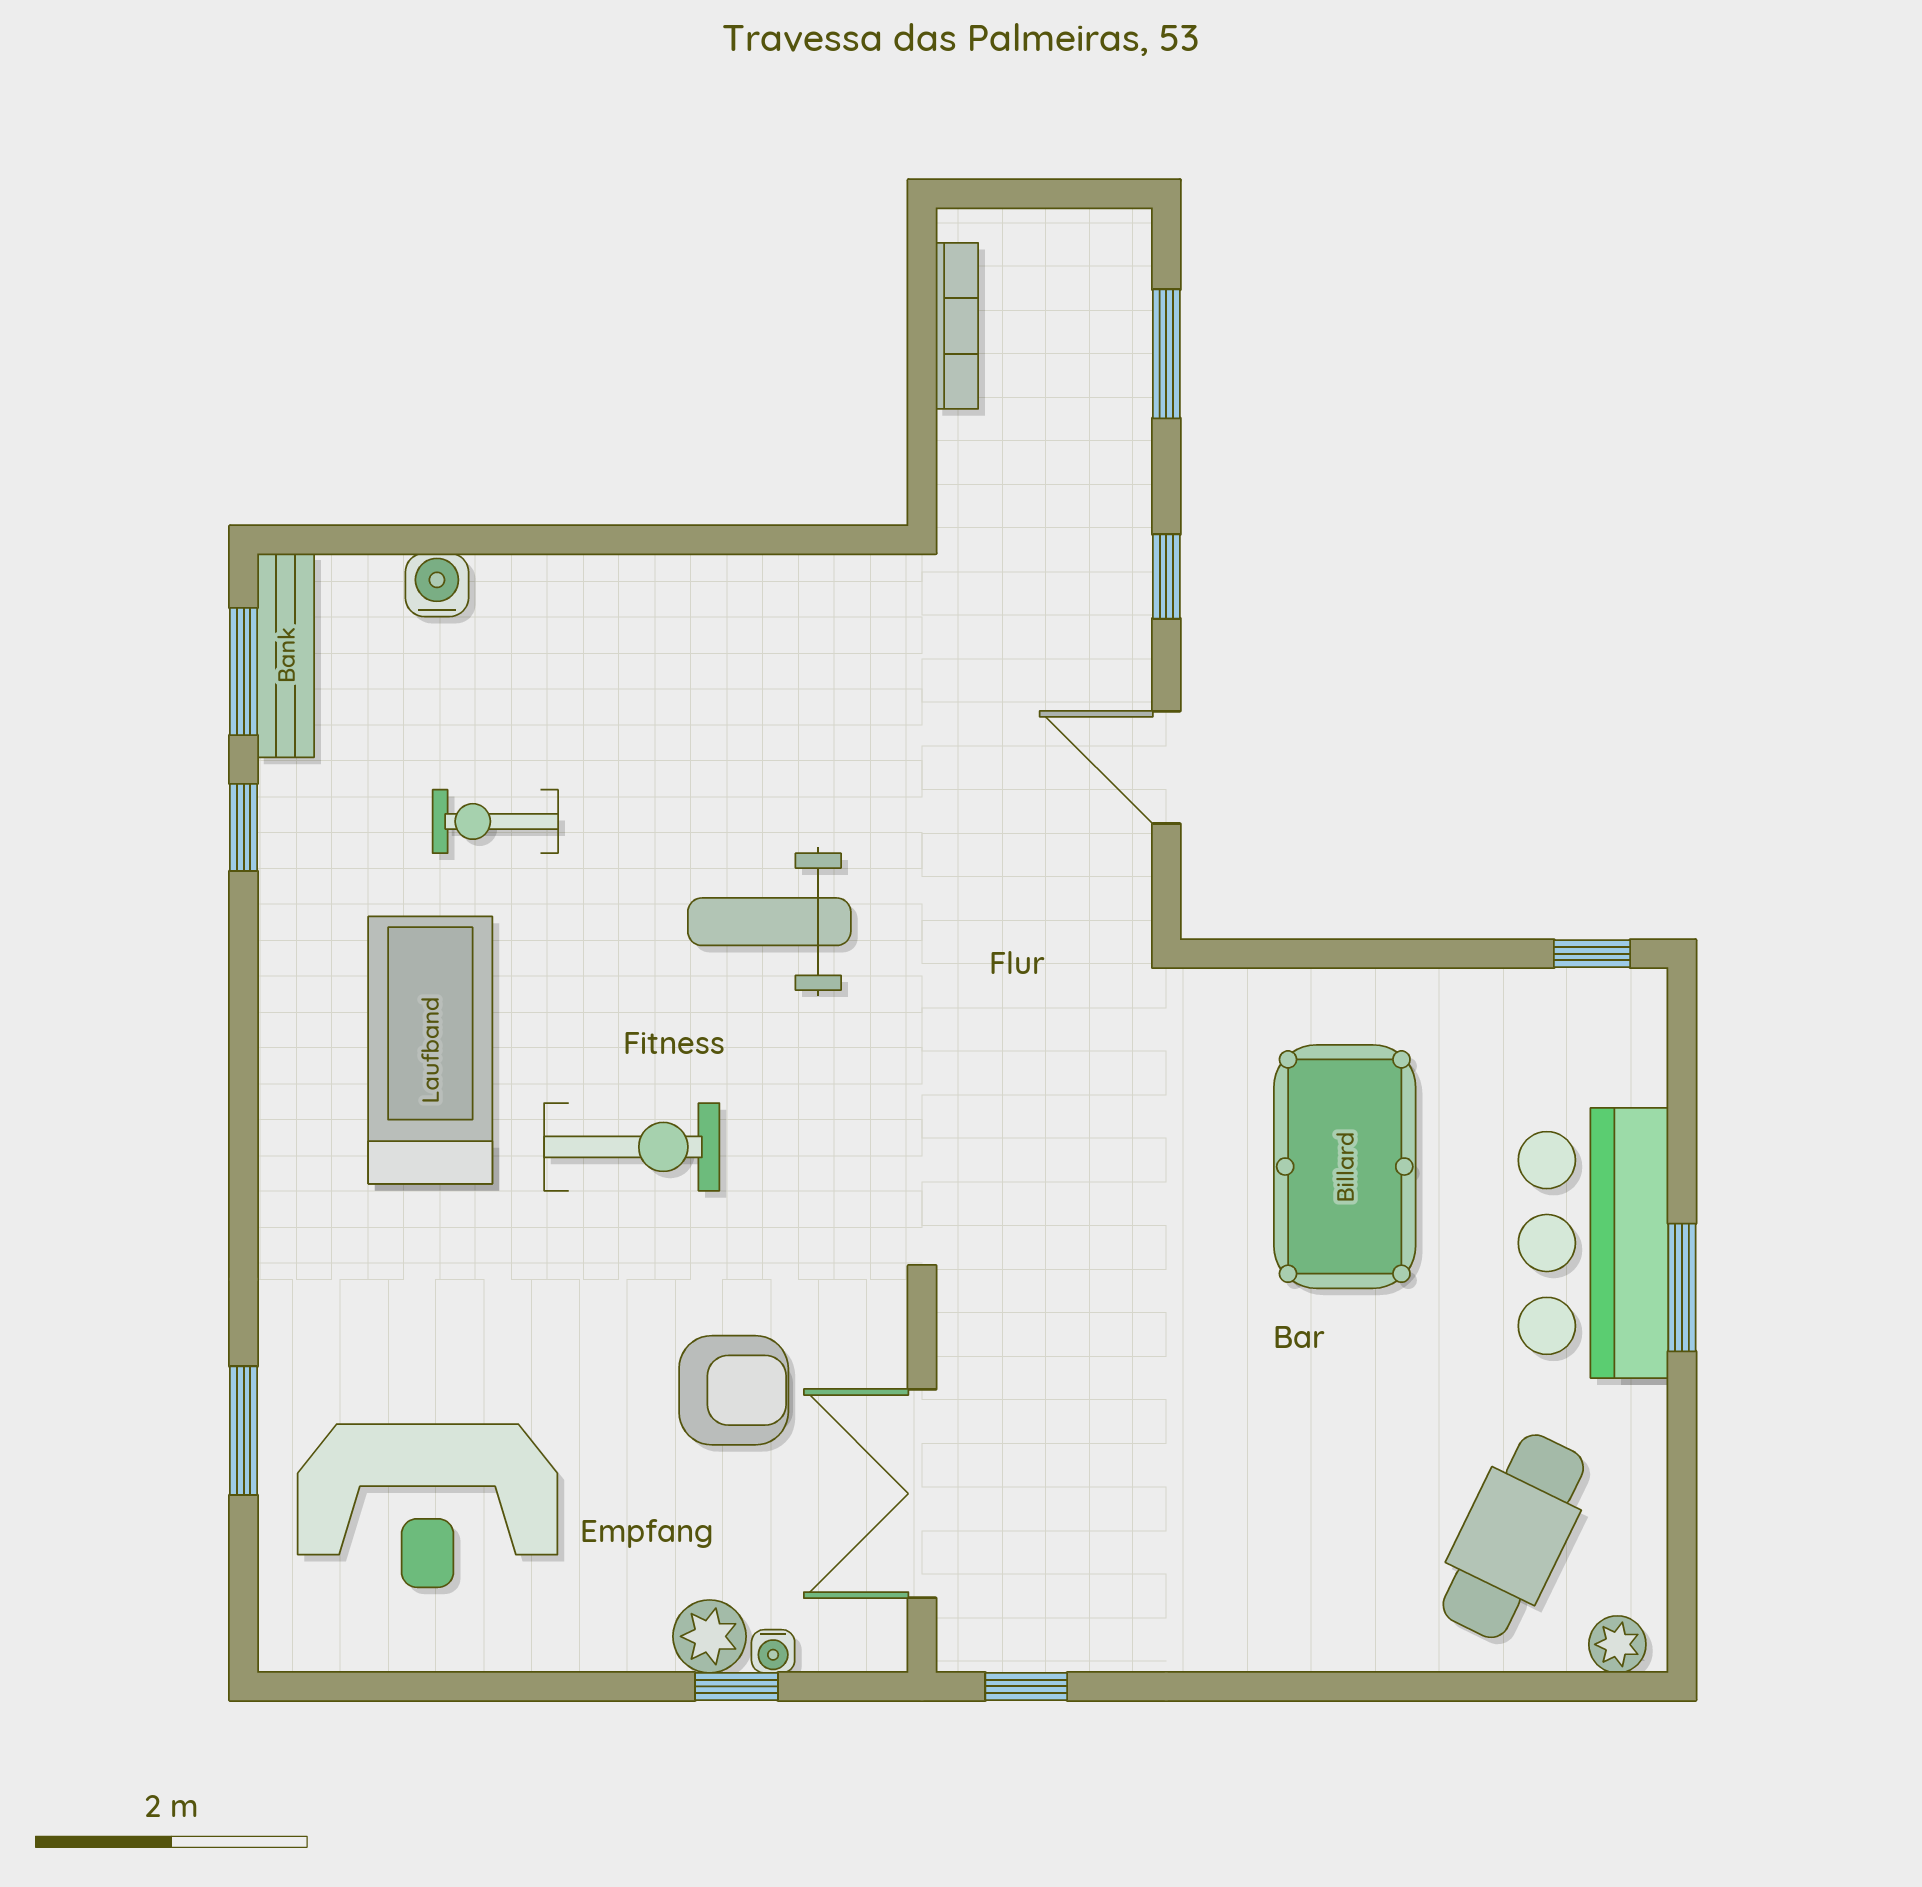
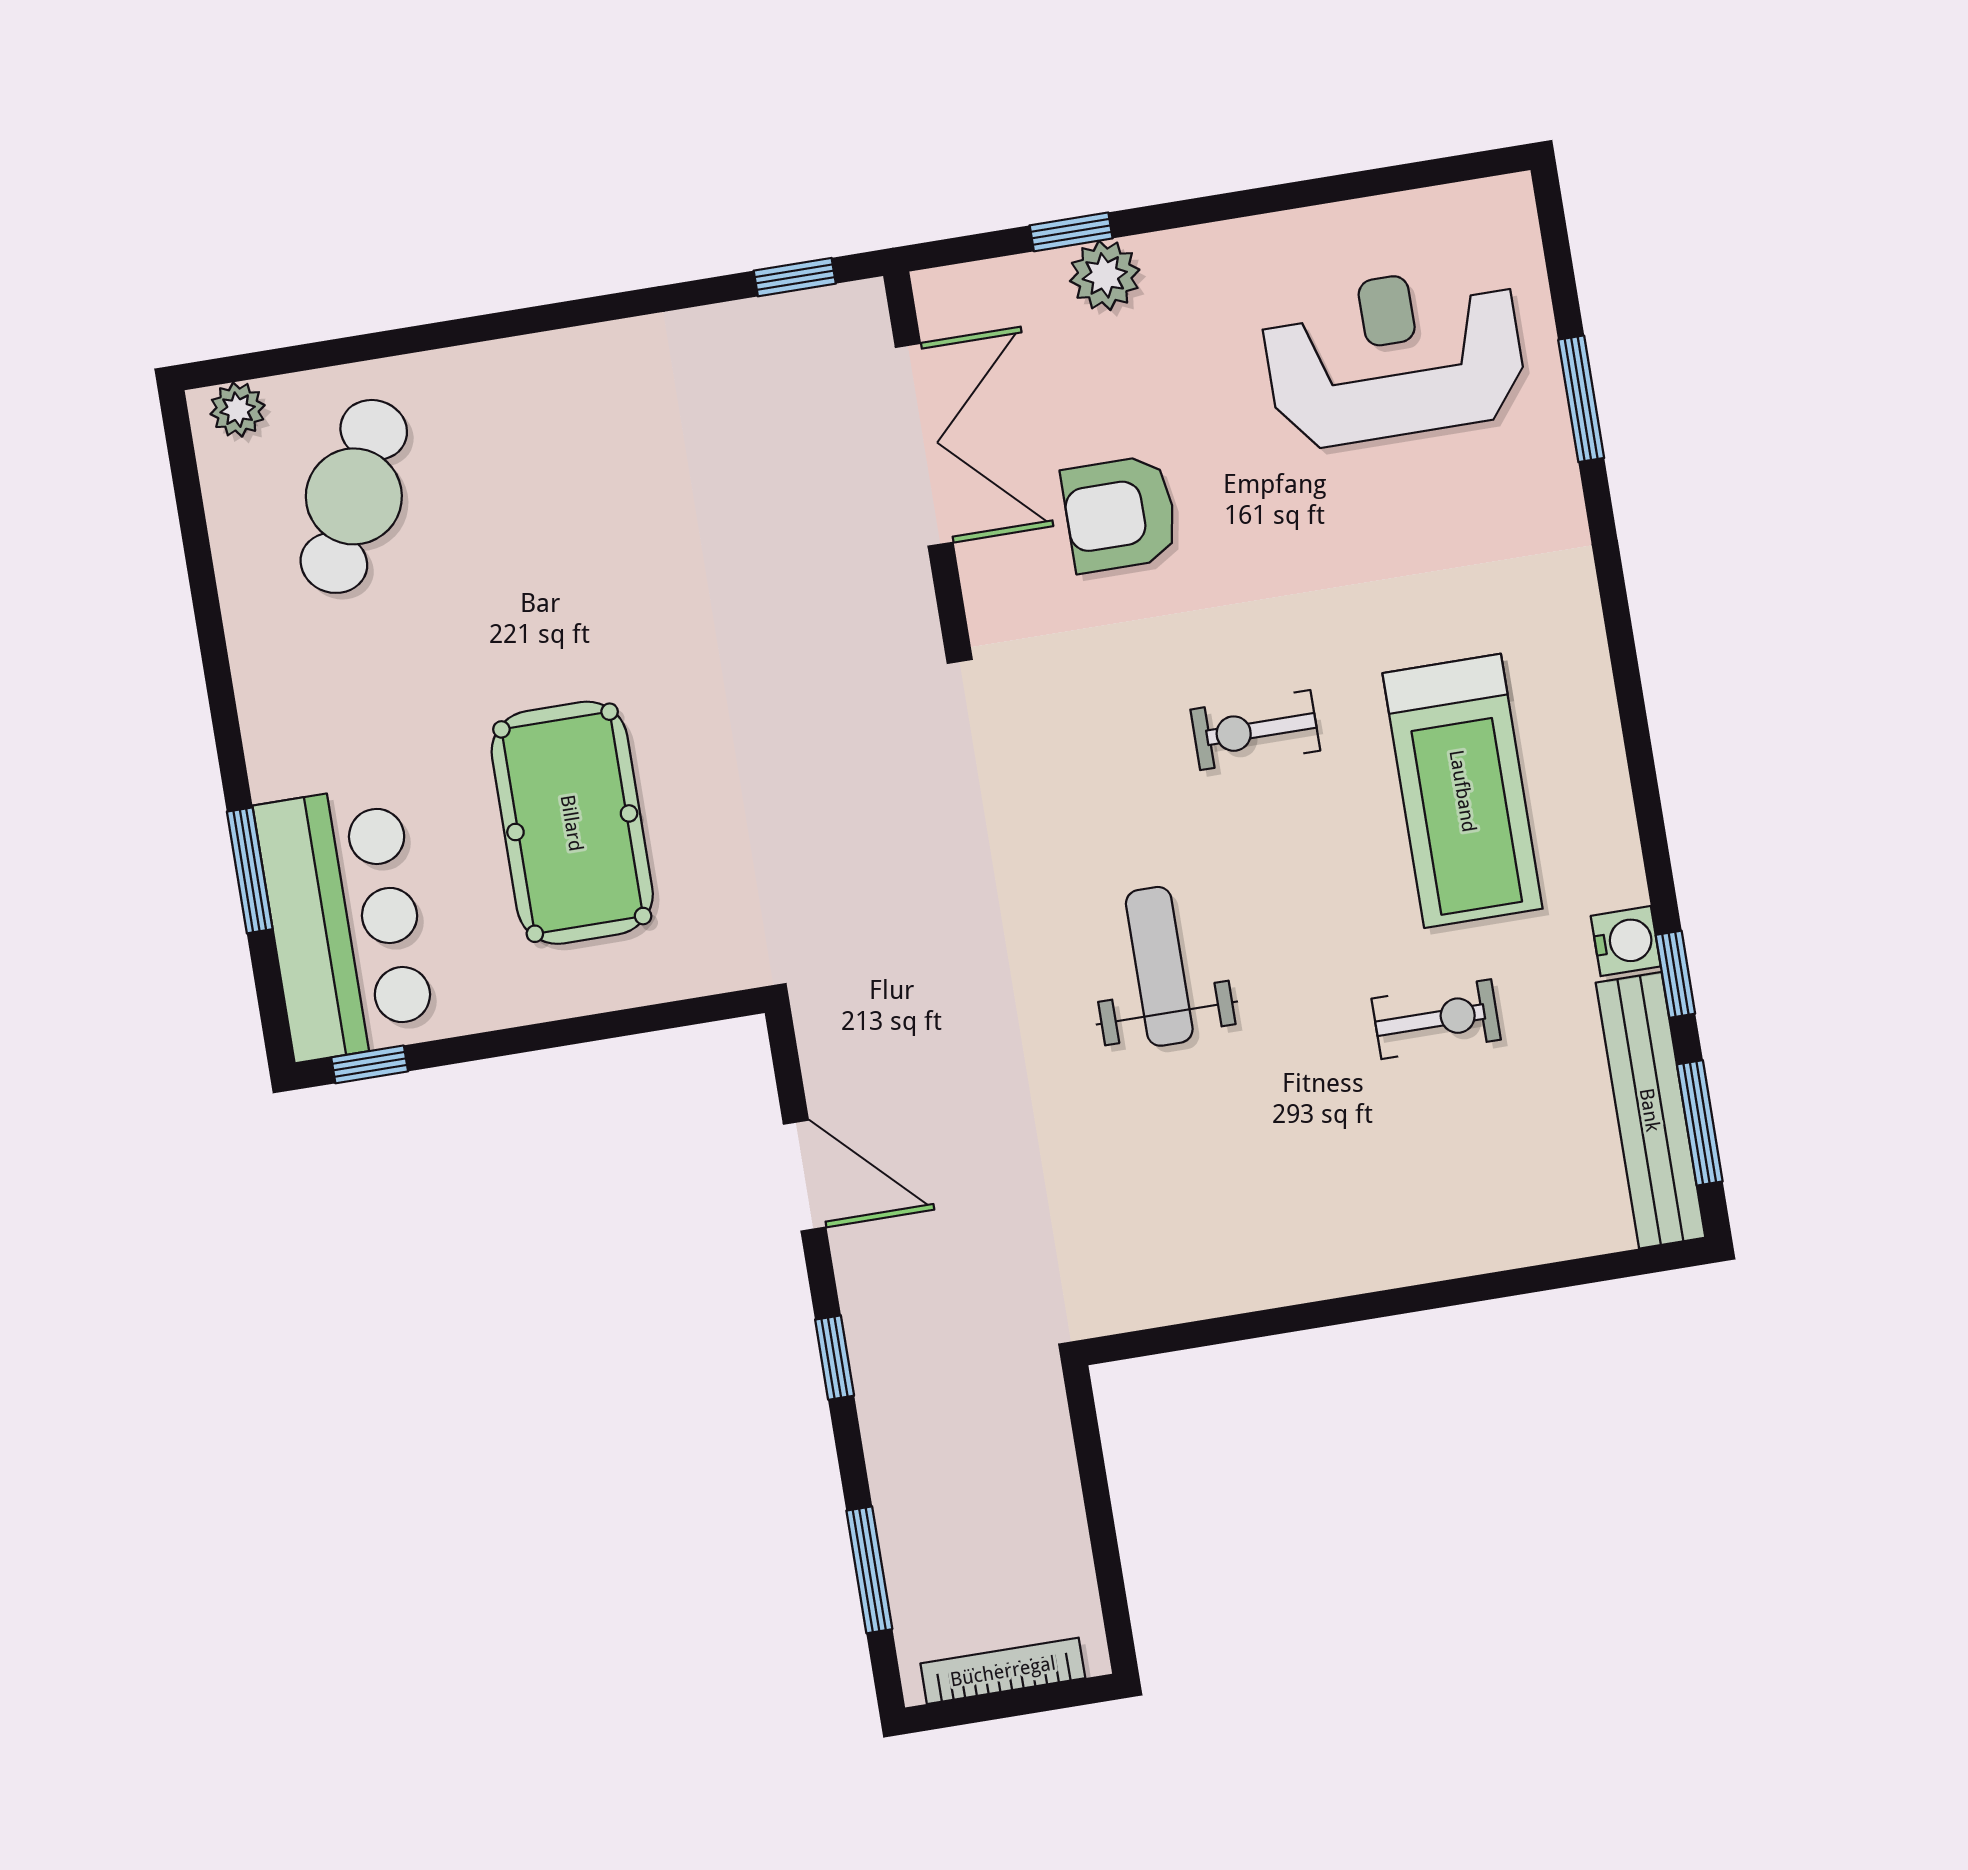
bookcase: (957, 326) -> (1003, 1671), moved, turned 90
water cooler: (437, 585) -> (1626, 941), moved, turned -90
bench: (286, 655) -> (1650, 1110), width x1.37, depth x1.21
weight bench: (769, 922) -> (1159, 966), turned -90
exercise bike: (632, 1147) -> (1255, 730), width x0.73, depth x0.72
bar counter: (1593, 1243) -> (345, 923), moved
window: (1682, 1287) -> (250, 870), moved
water cooler: (773, 1651) -> (1042, 271), removed

